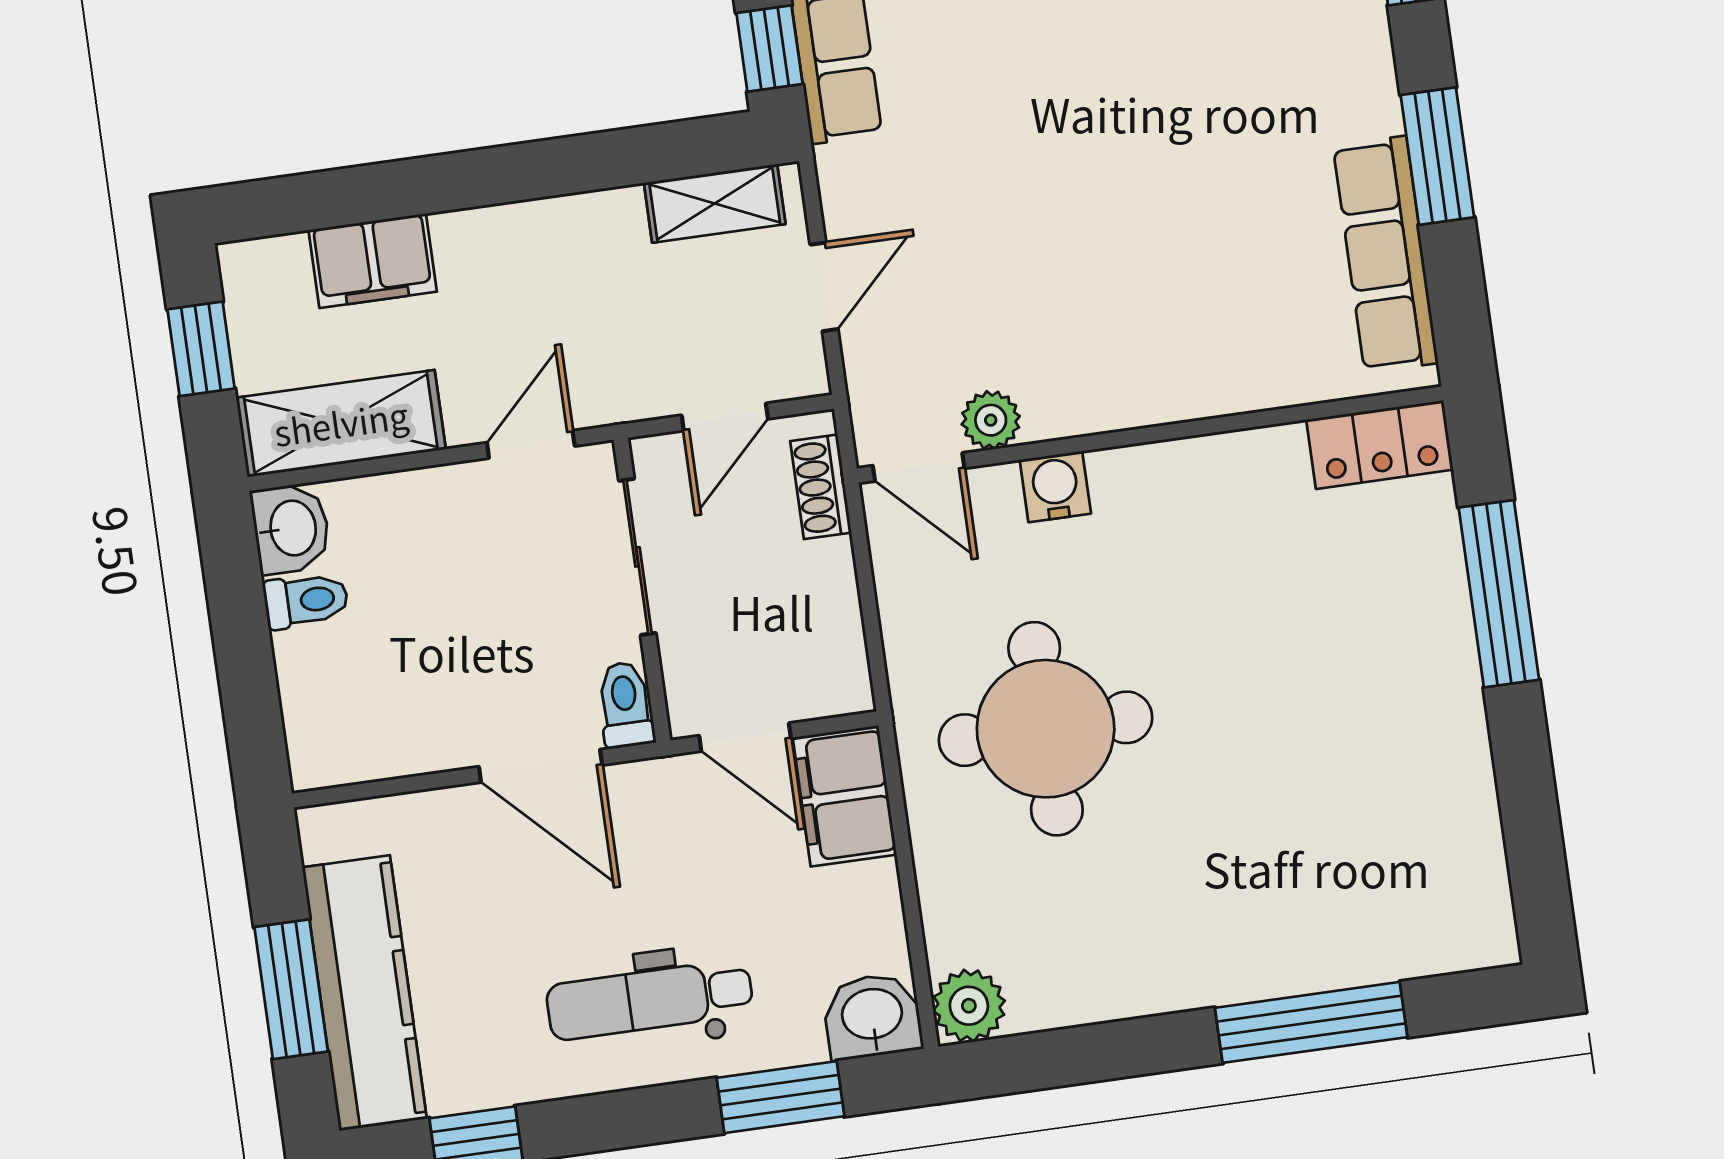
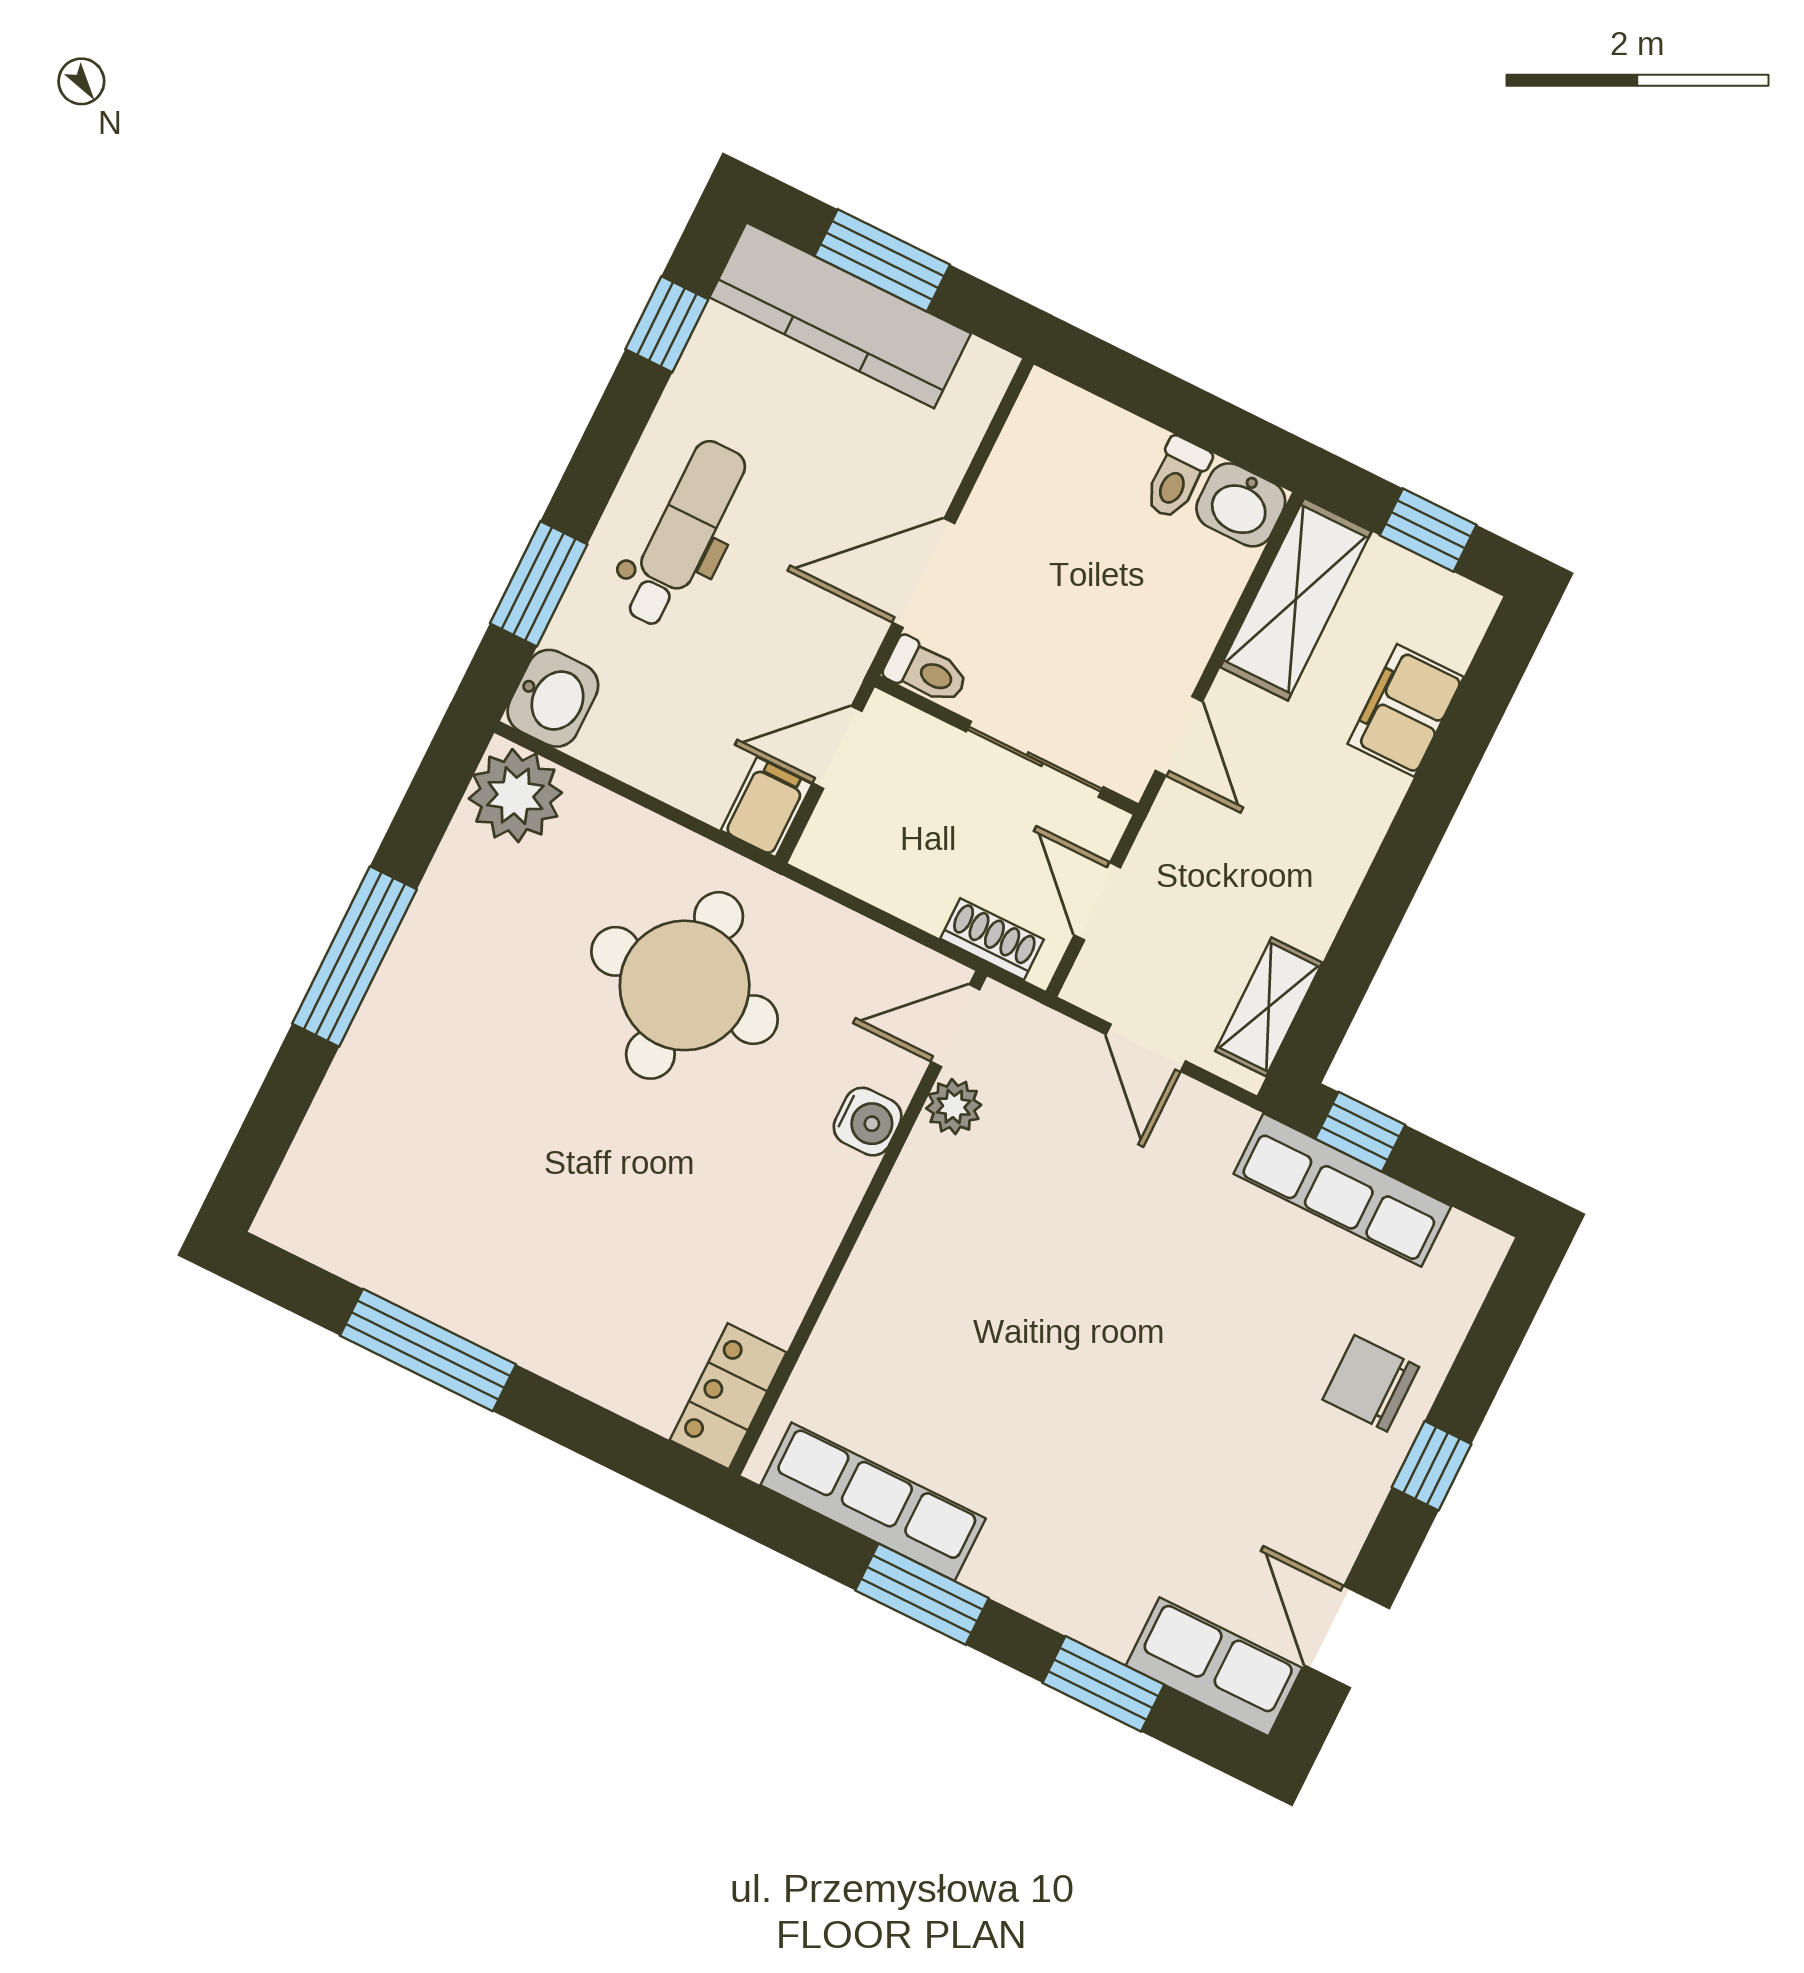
window: (1499, 594) -> (428, 1350), moved
filing cabinet: (845, 796) -> (766, 807), width x0.50
plant: (969, 1006) -> (515, 796), width x1.36, depth x1.36
window: (1311, 1022) -> (354, 956), moved

